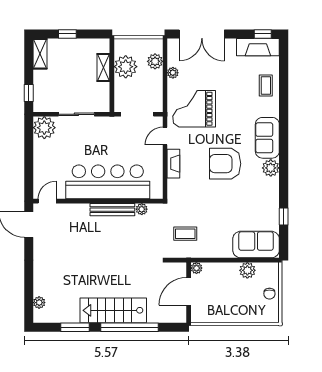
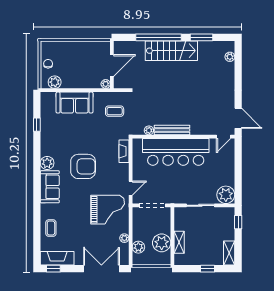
fireplace: (173, 164) -> (124, 151), moved
sofa: (256, 245) -> (75, 103), moved
plant: (247, 270) -> (55, 82), moved

